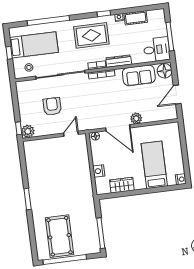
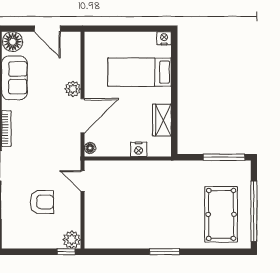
armchair: (52, 106) -> (42, 202), turned 180
pool table: (59, 236) -> (221, 214), turned 90

